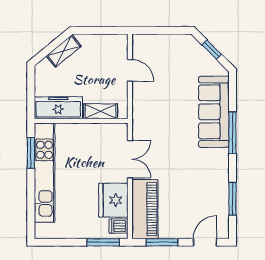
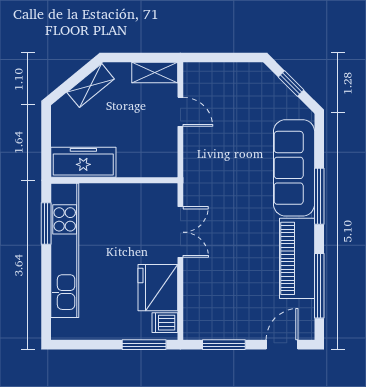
shelving: (101, 111) -> (155, 73), moved
window: (232, 199) -> (319, 286), width x1.44
piano: (145, 209) -> (297, 258), moved, turned 180

